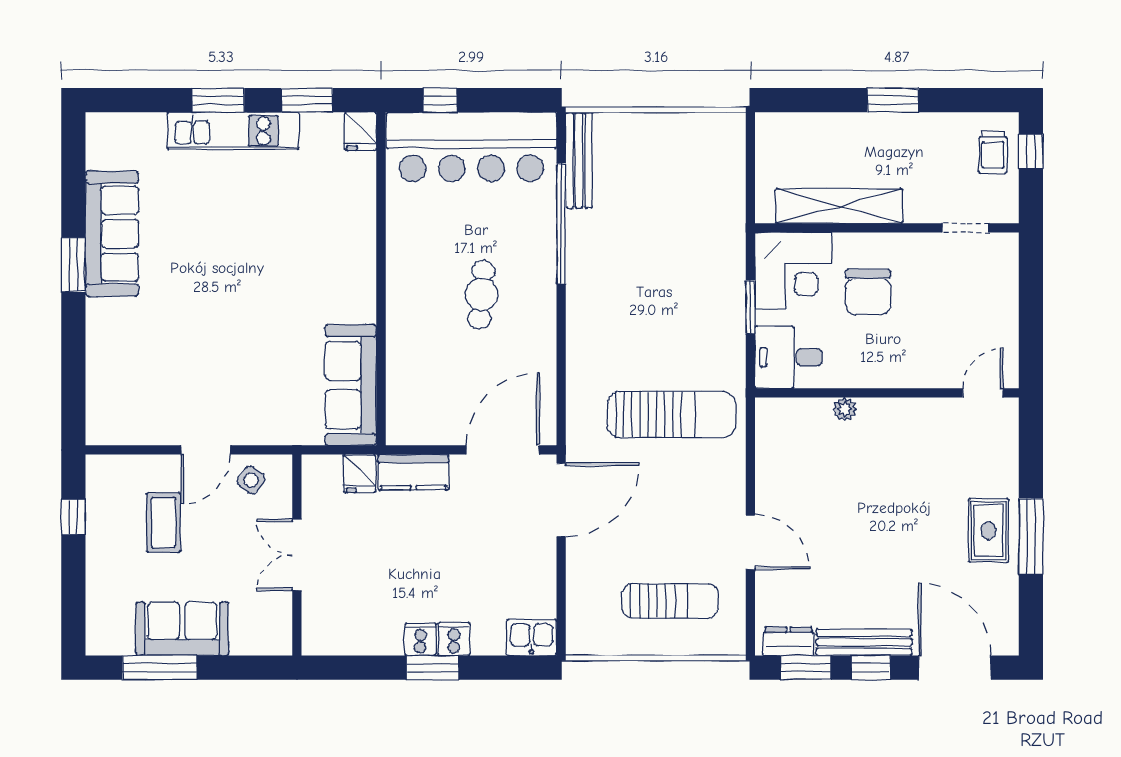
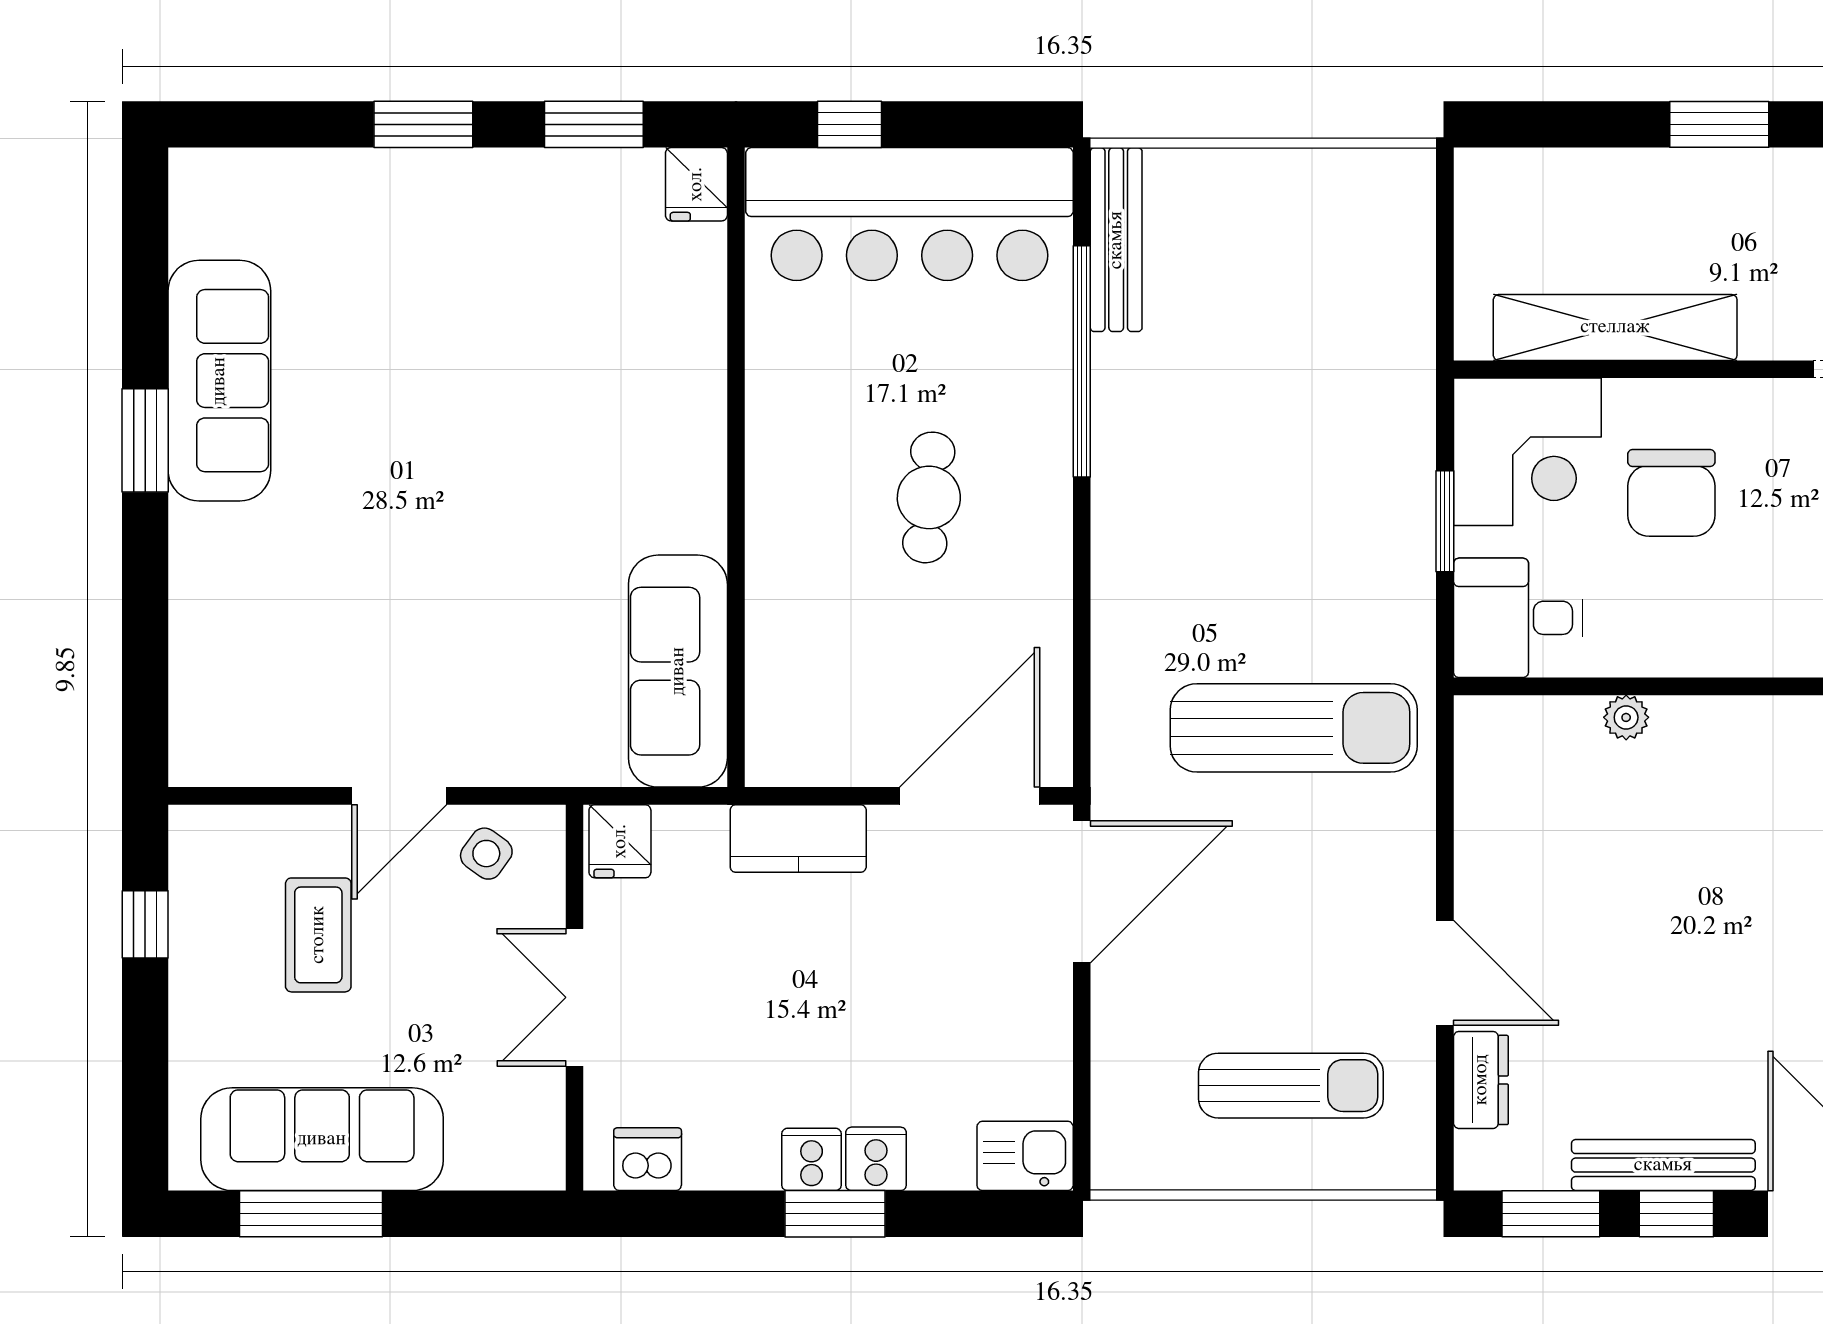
kitchen unit: (233, 131) -> (452, 183), removed
fridge: (360, 474) -> (620, 841), moved
sofa: (182, 629) -> (322, 1139), width x1.36
dishwasher: (335, 639) -> (648, 1159), added
dresser: (789, 641) -> (1481, 1080), moved, turned 90

